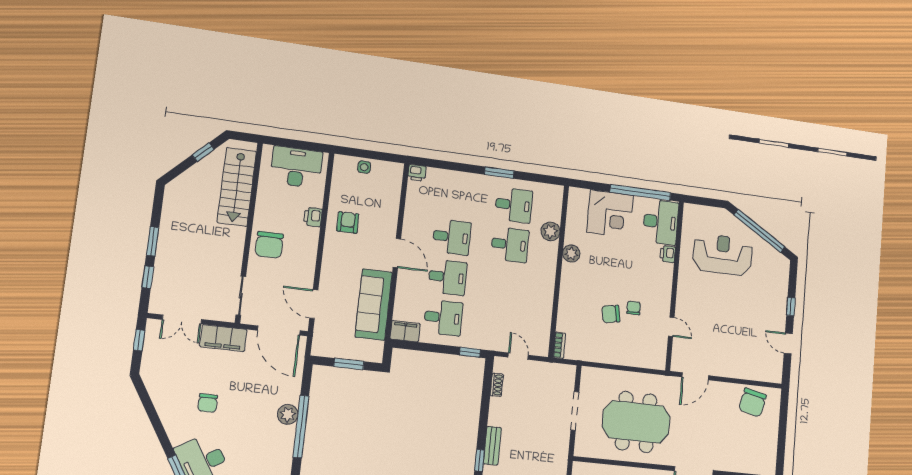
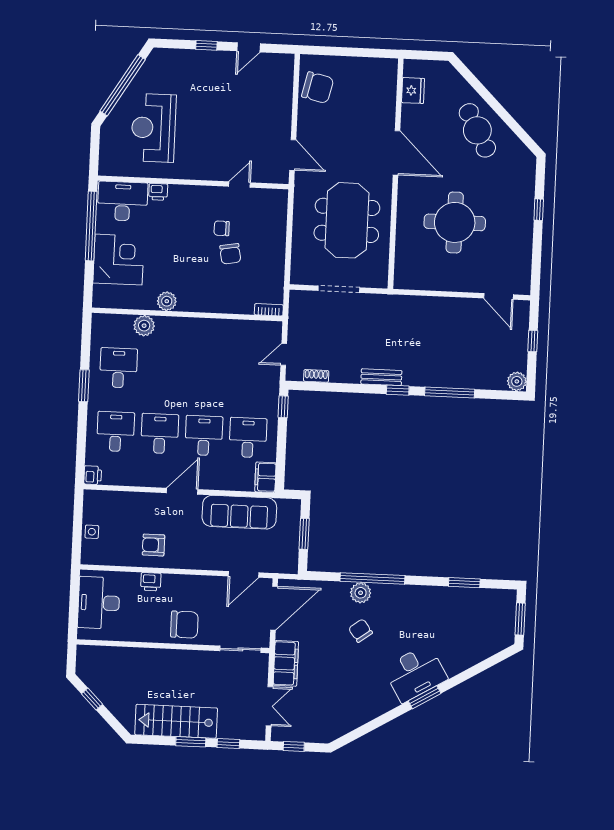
stairs: (237, 187) -> (176, 721), moved, turned 180
desk: (510, 245) -> (116, 432), moved
chair: (208, 403) -> (360, 631), moved, turned -127

